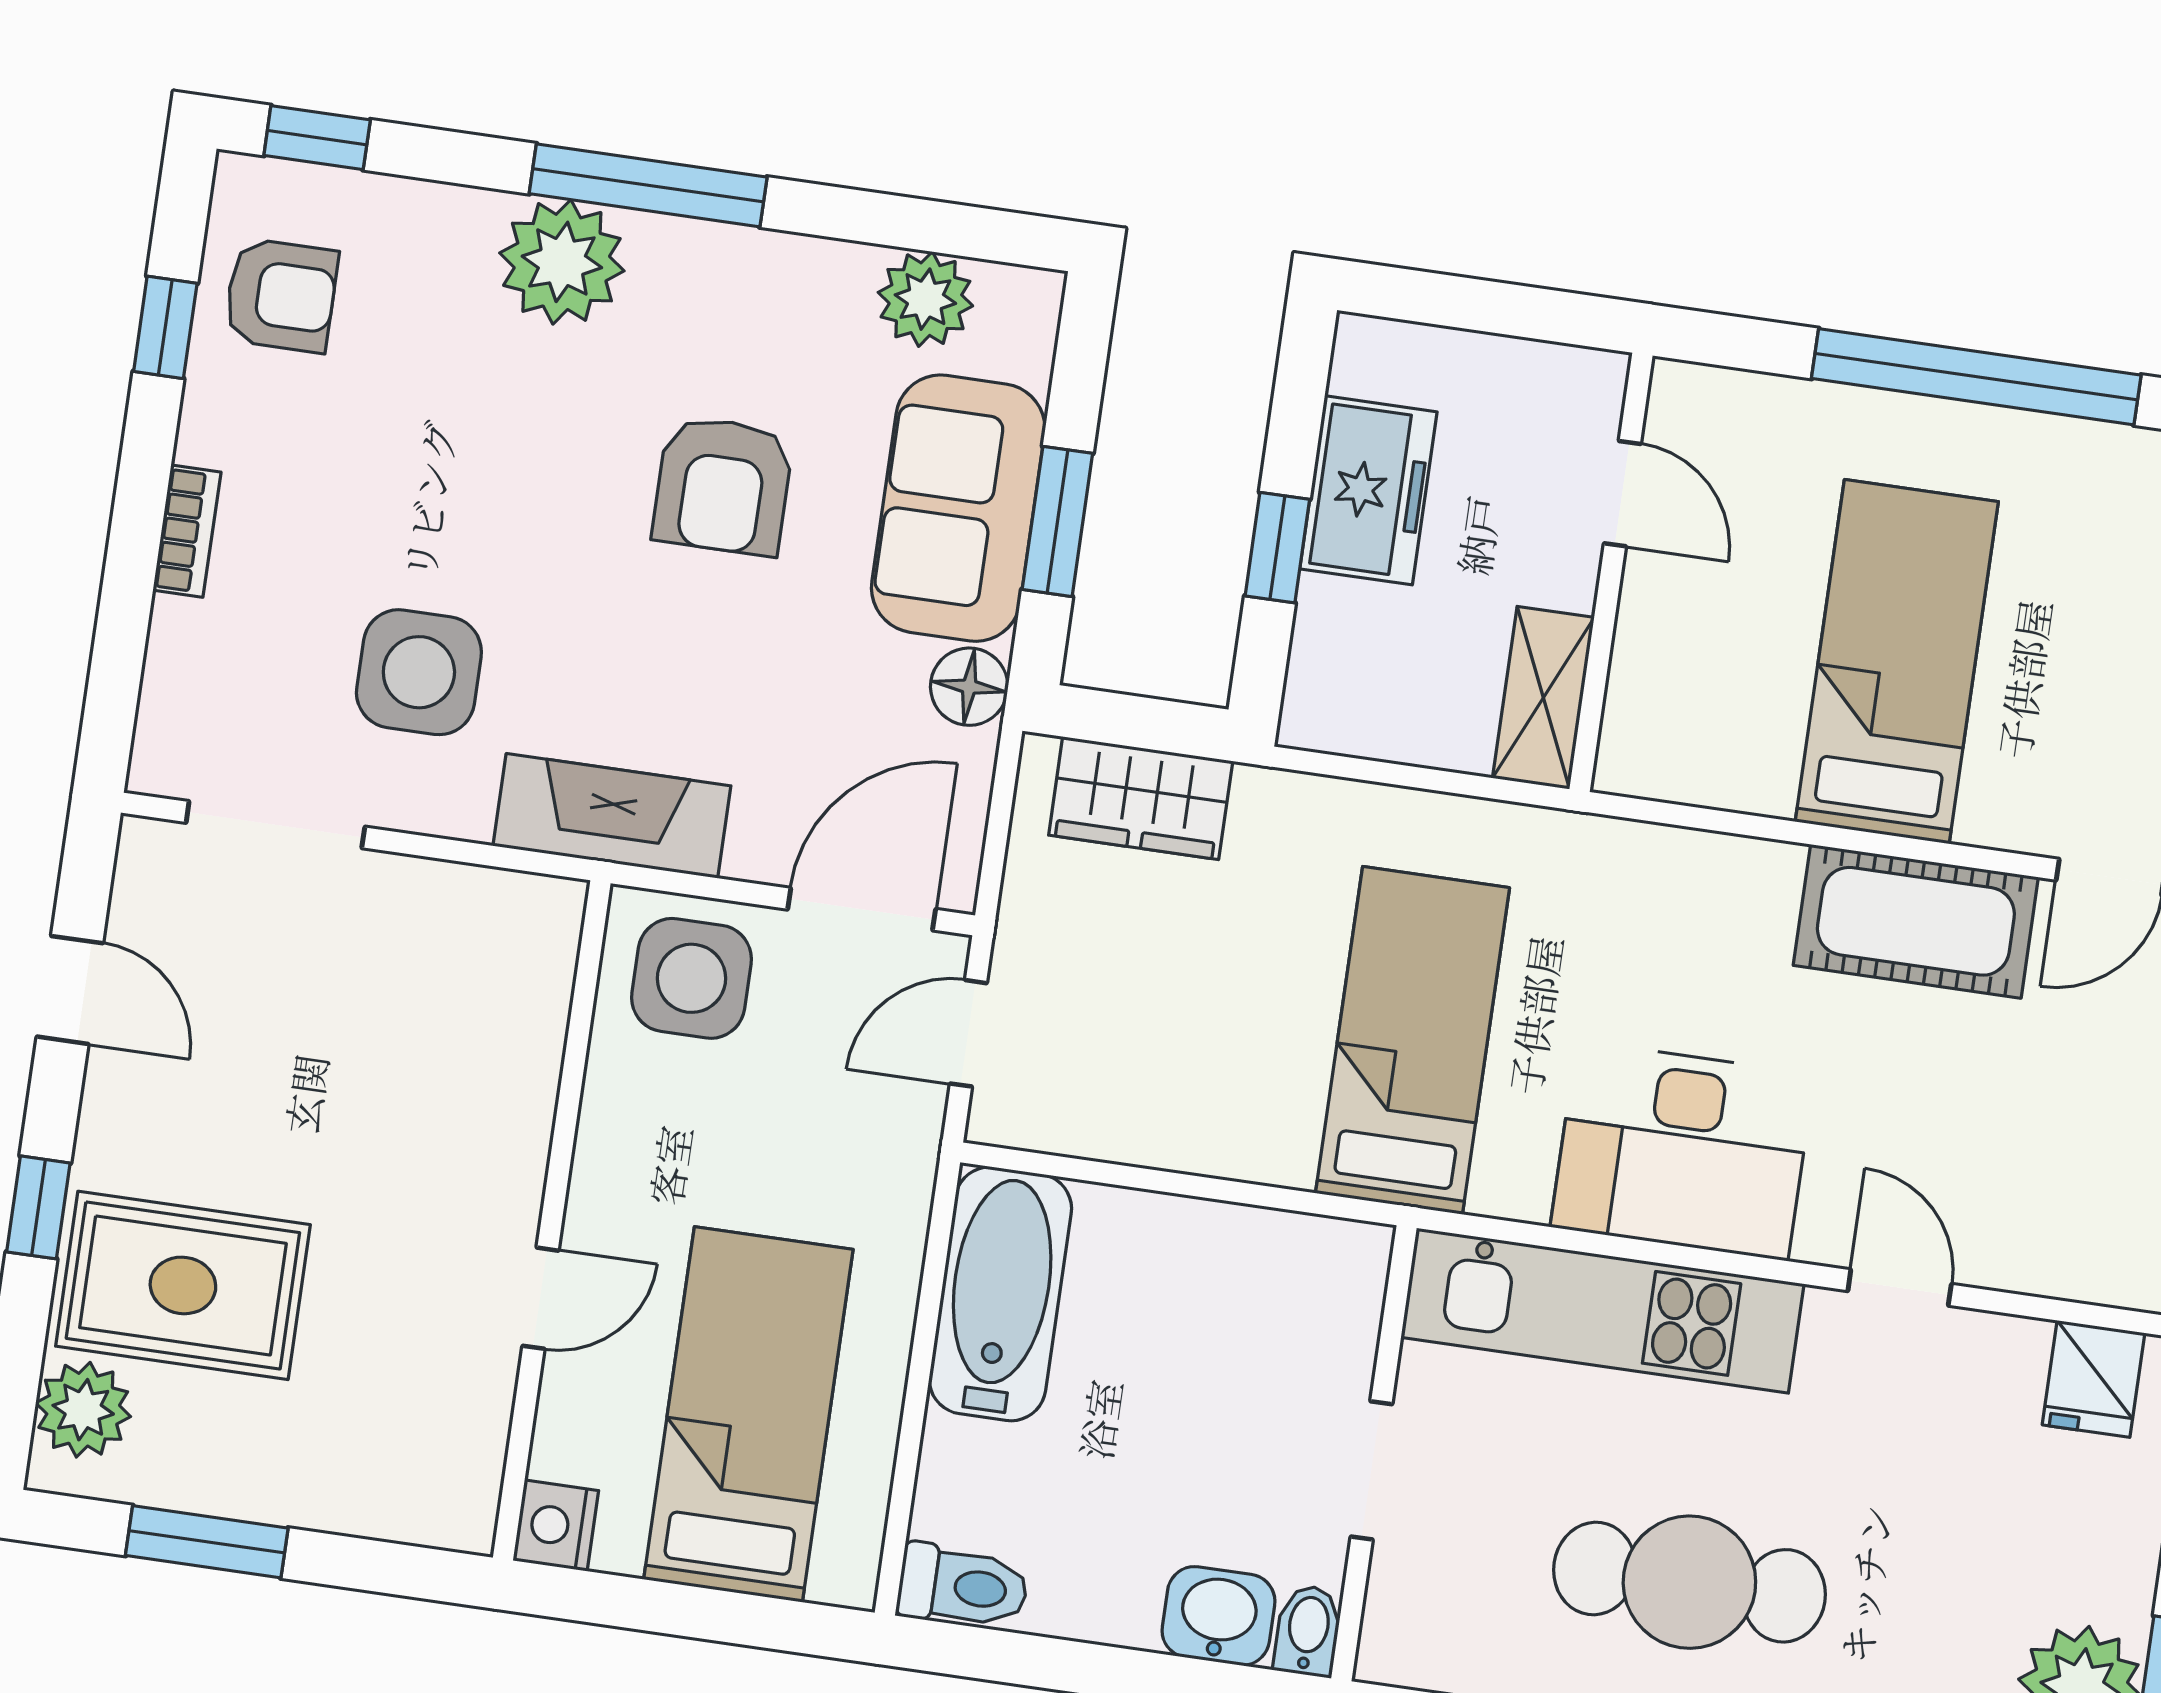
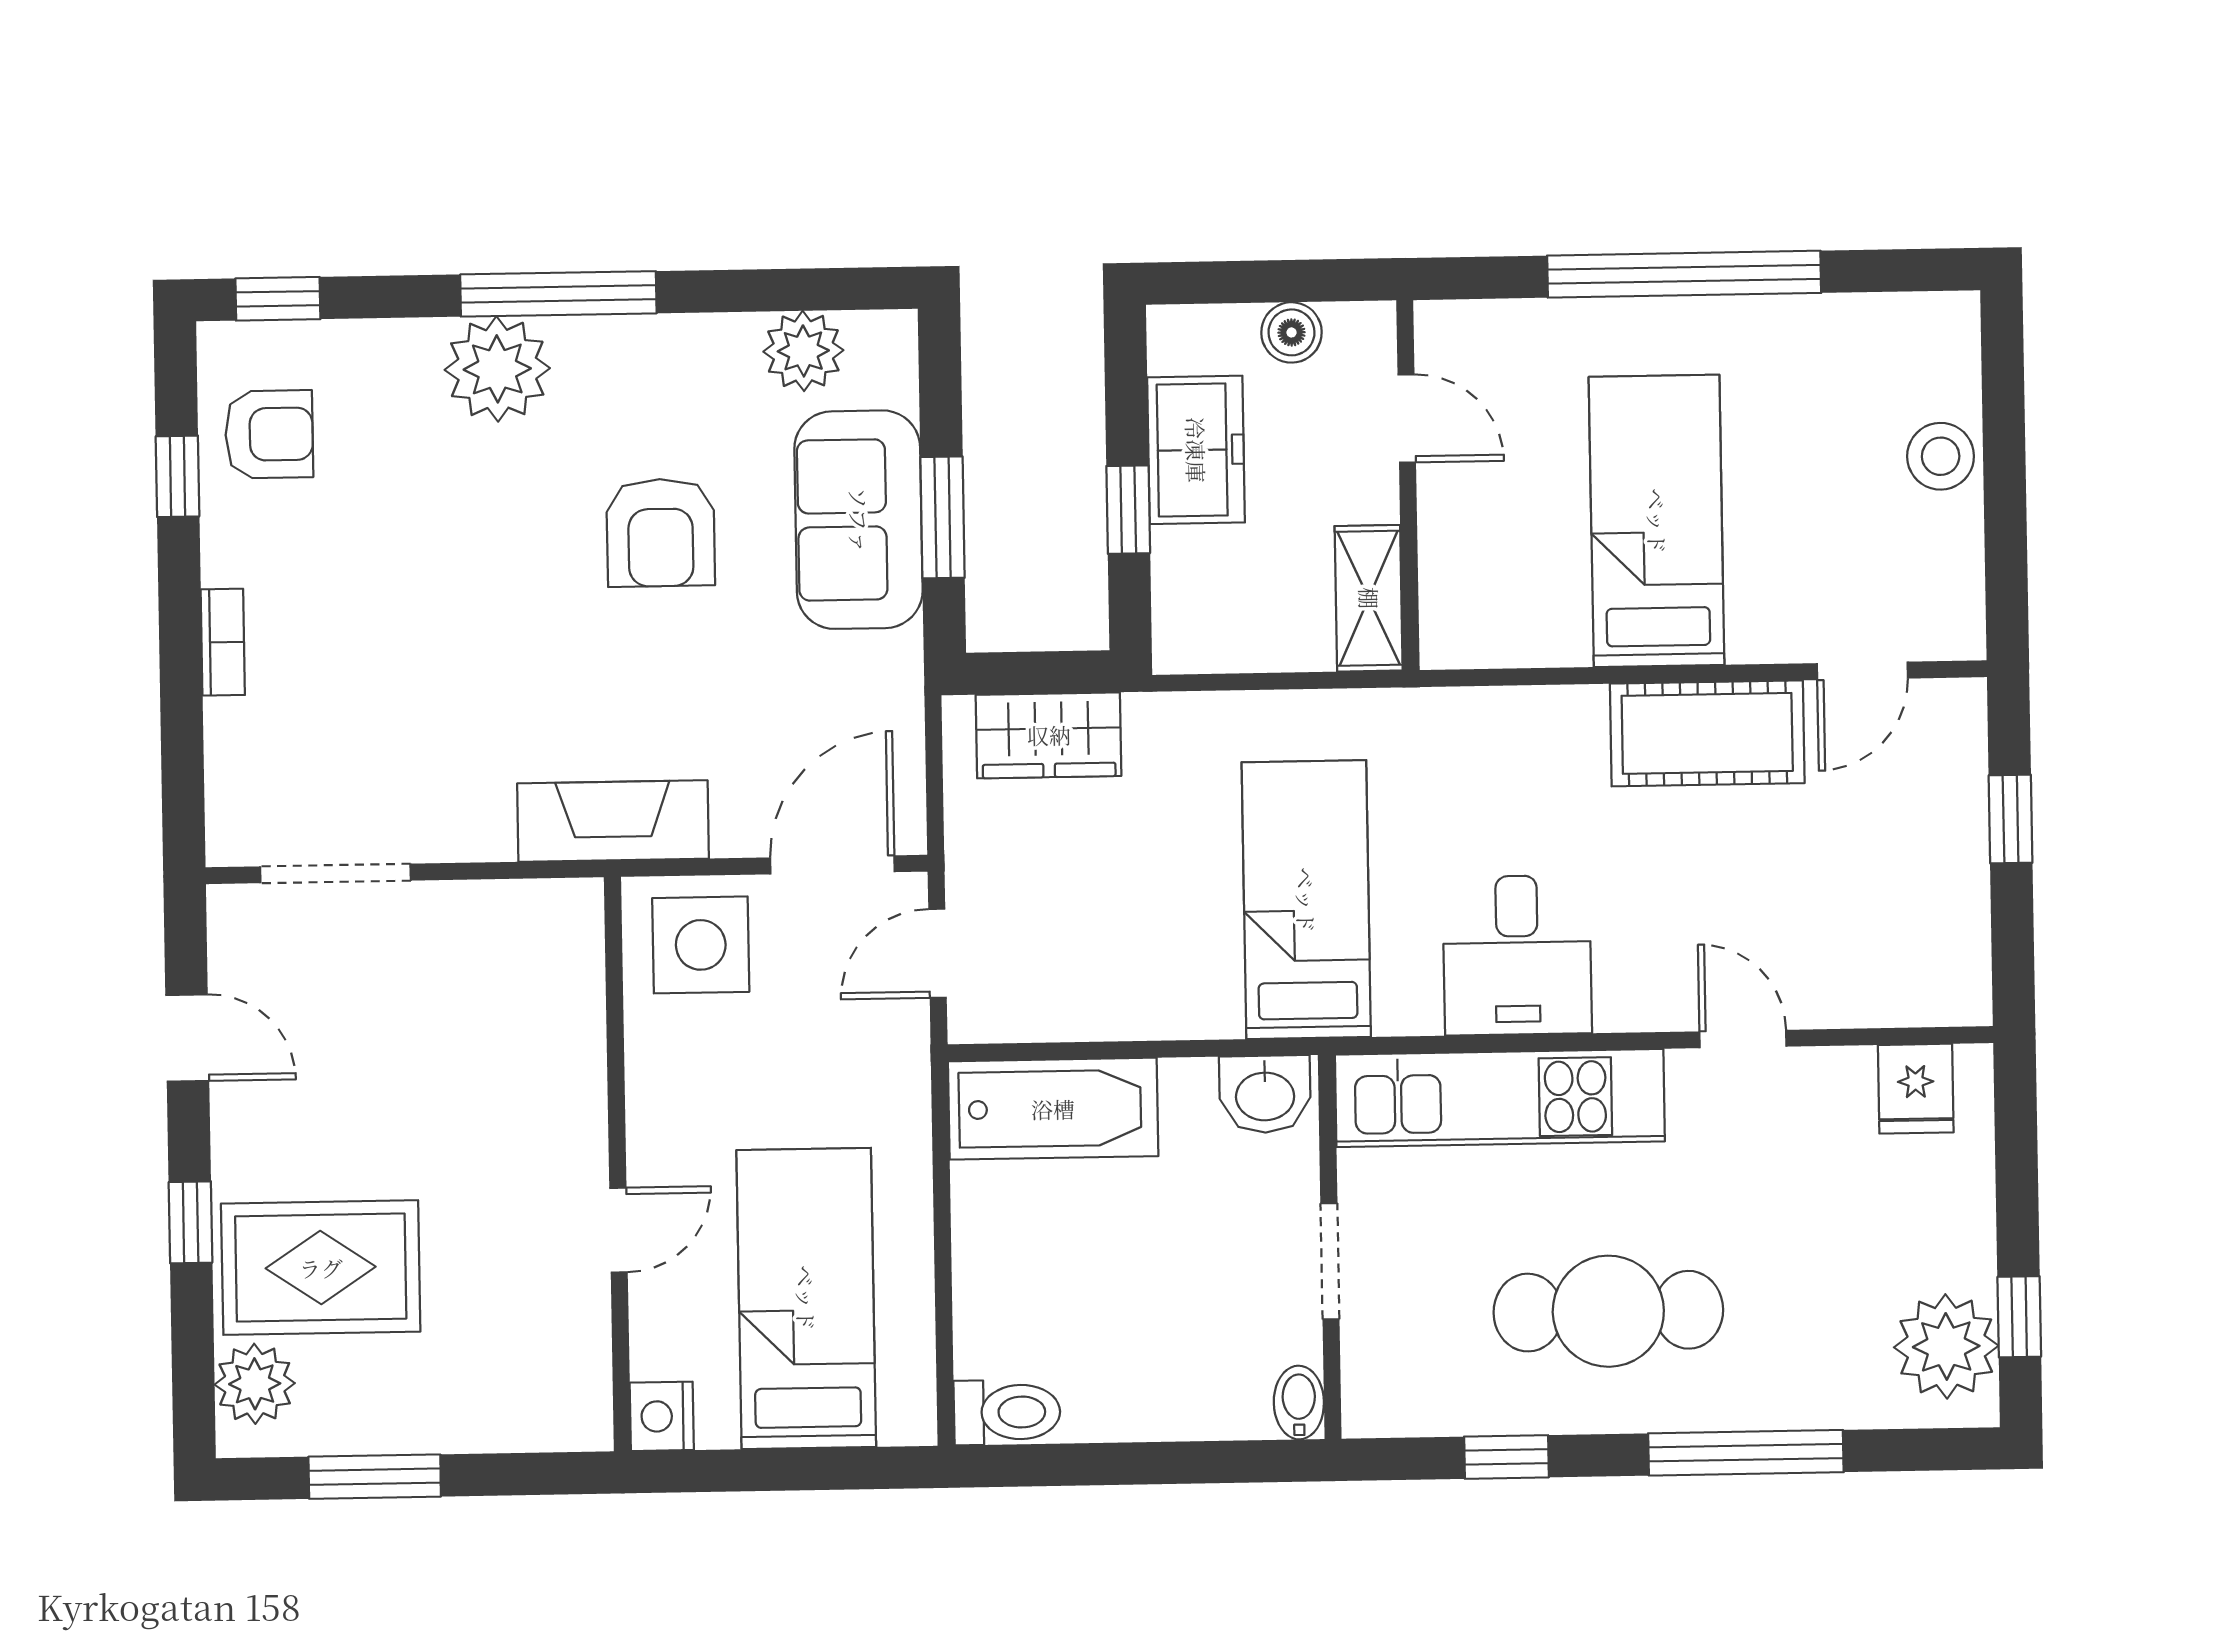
boiler: (1503, 370) -> (1291, 332), added
side table: (419, 672) -> (434, 728), removed
floor lamp: (969, 687) -> (892, 666), removed
desk: (1682, 1151) -> (1517, 955), width x0.73
bathtub: (1000, 1294) -> (1053, 1109), moved, turned 90
washbasin: (1218, 1616) -> (1265, 1094), moved, turned 180

